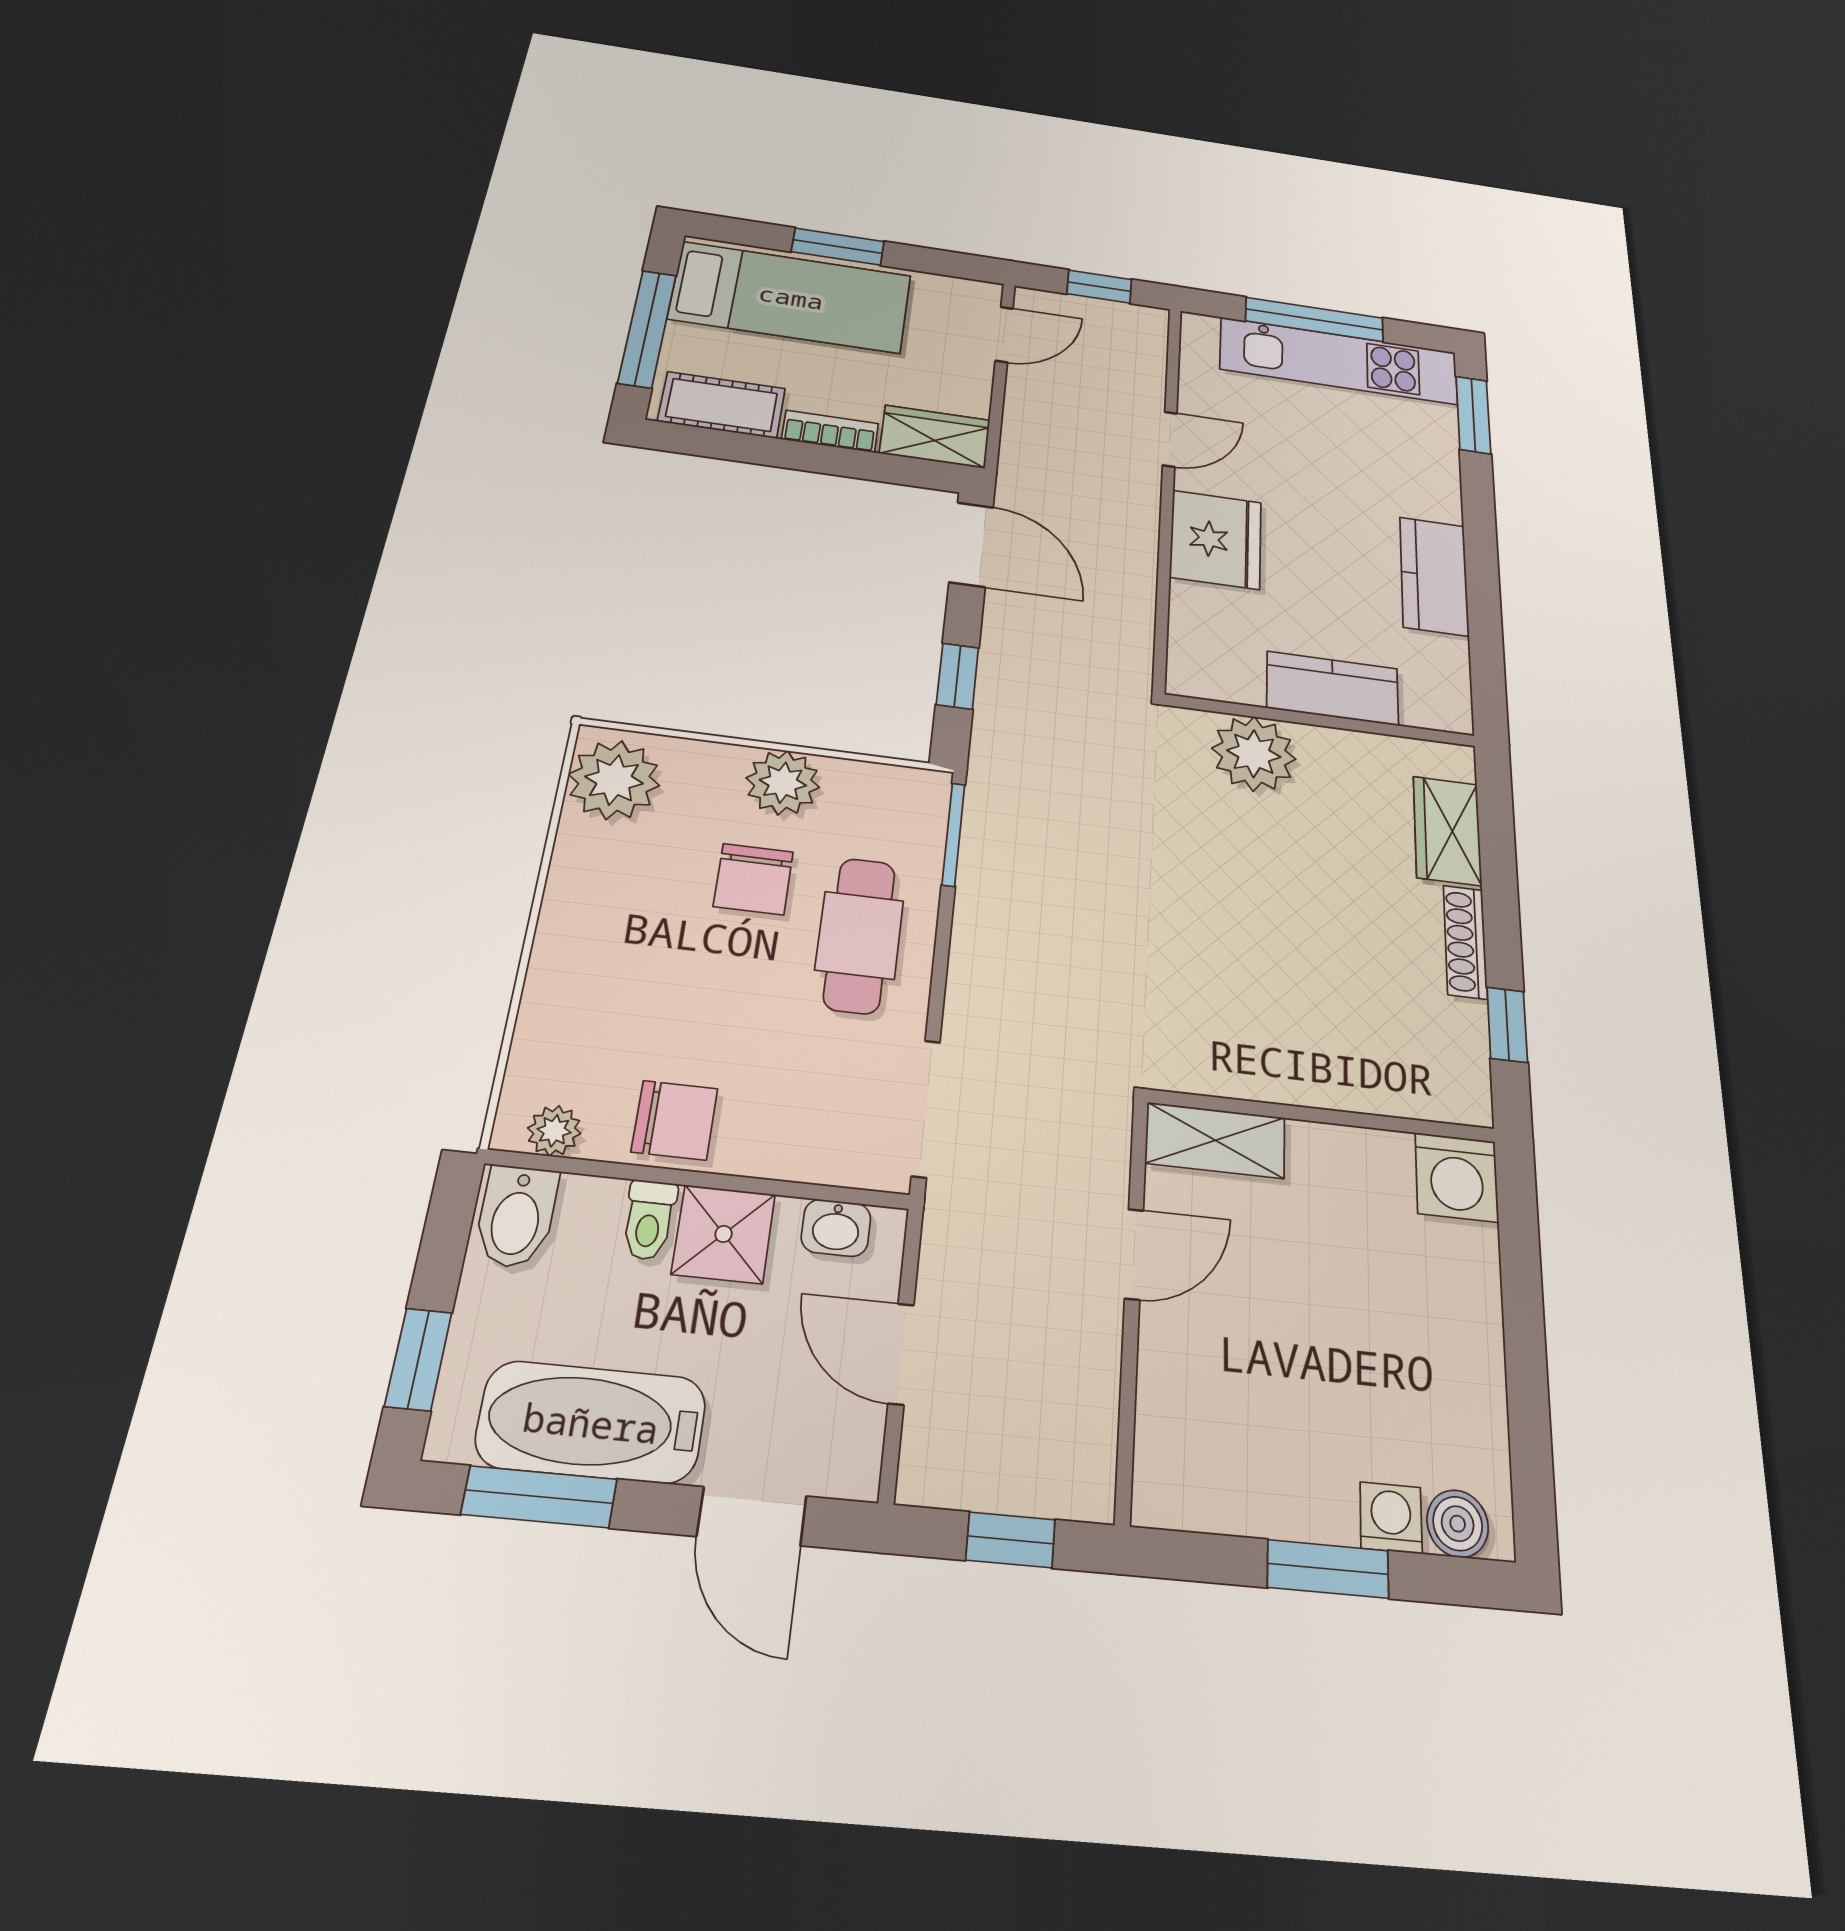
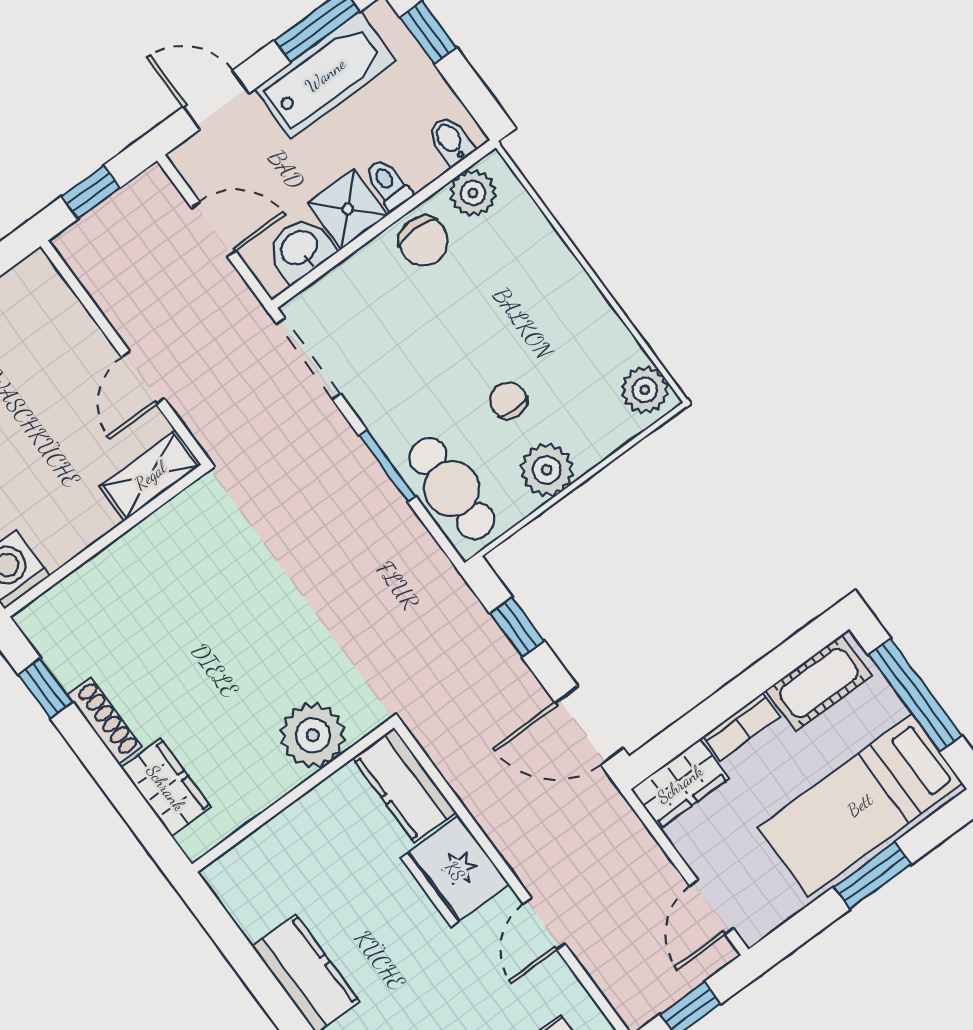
kitchen counter: (1332, 688) -> (405, 786), moved, turned 90
plant: (614, 780) -> (645, 390), width x0.73, depth x0.73
window: (954, 834) -> (387, 466), moved
chair: (753, 879) -> (508, 400), width x0.73, depth x0.73
cafe table: (859, 935) -> (452, 489), moved
chair: (675, 1120) -> (423, 241), turned -90
plant: (554, 1131) -> (473, 193), width x1.38, depth x1.38
bidet: (516, 1216) -> (451, 141), width x0.72, depth x0.74
washbasin: (836, 1228) -> (300, 249), width x1.38, depth x1.45

